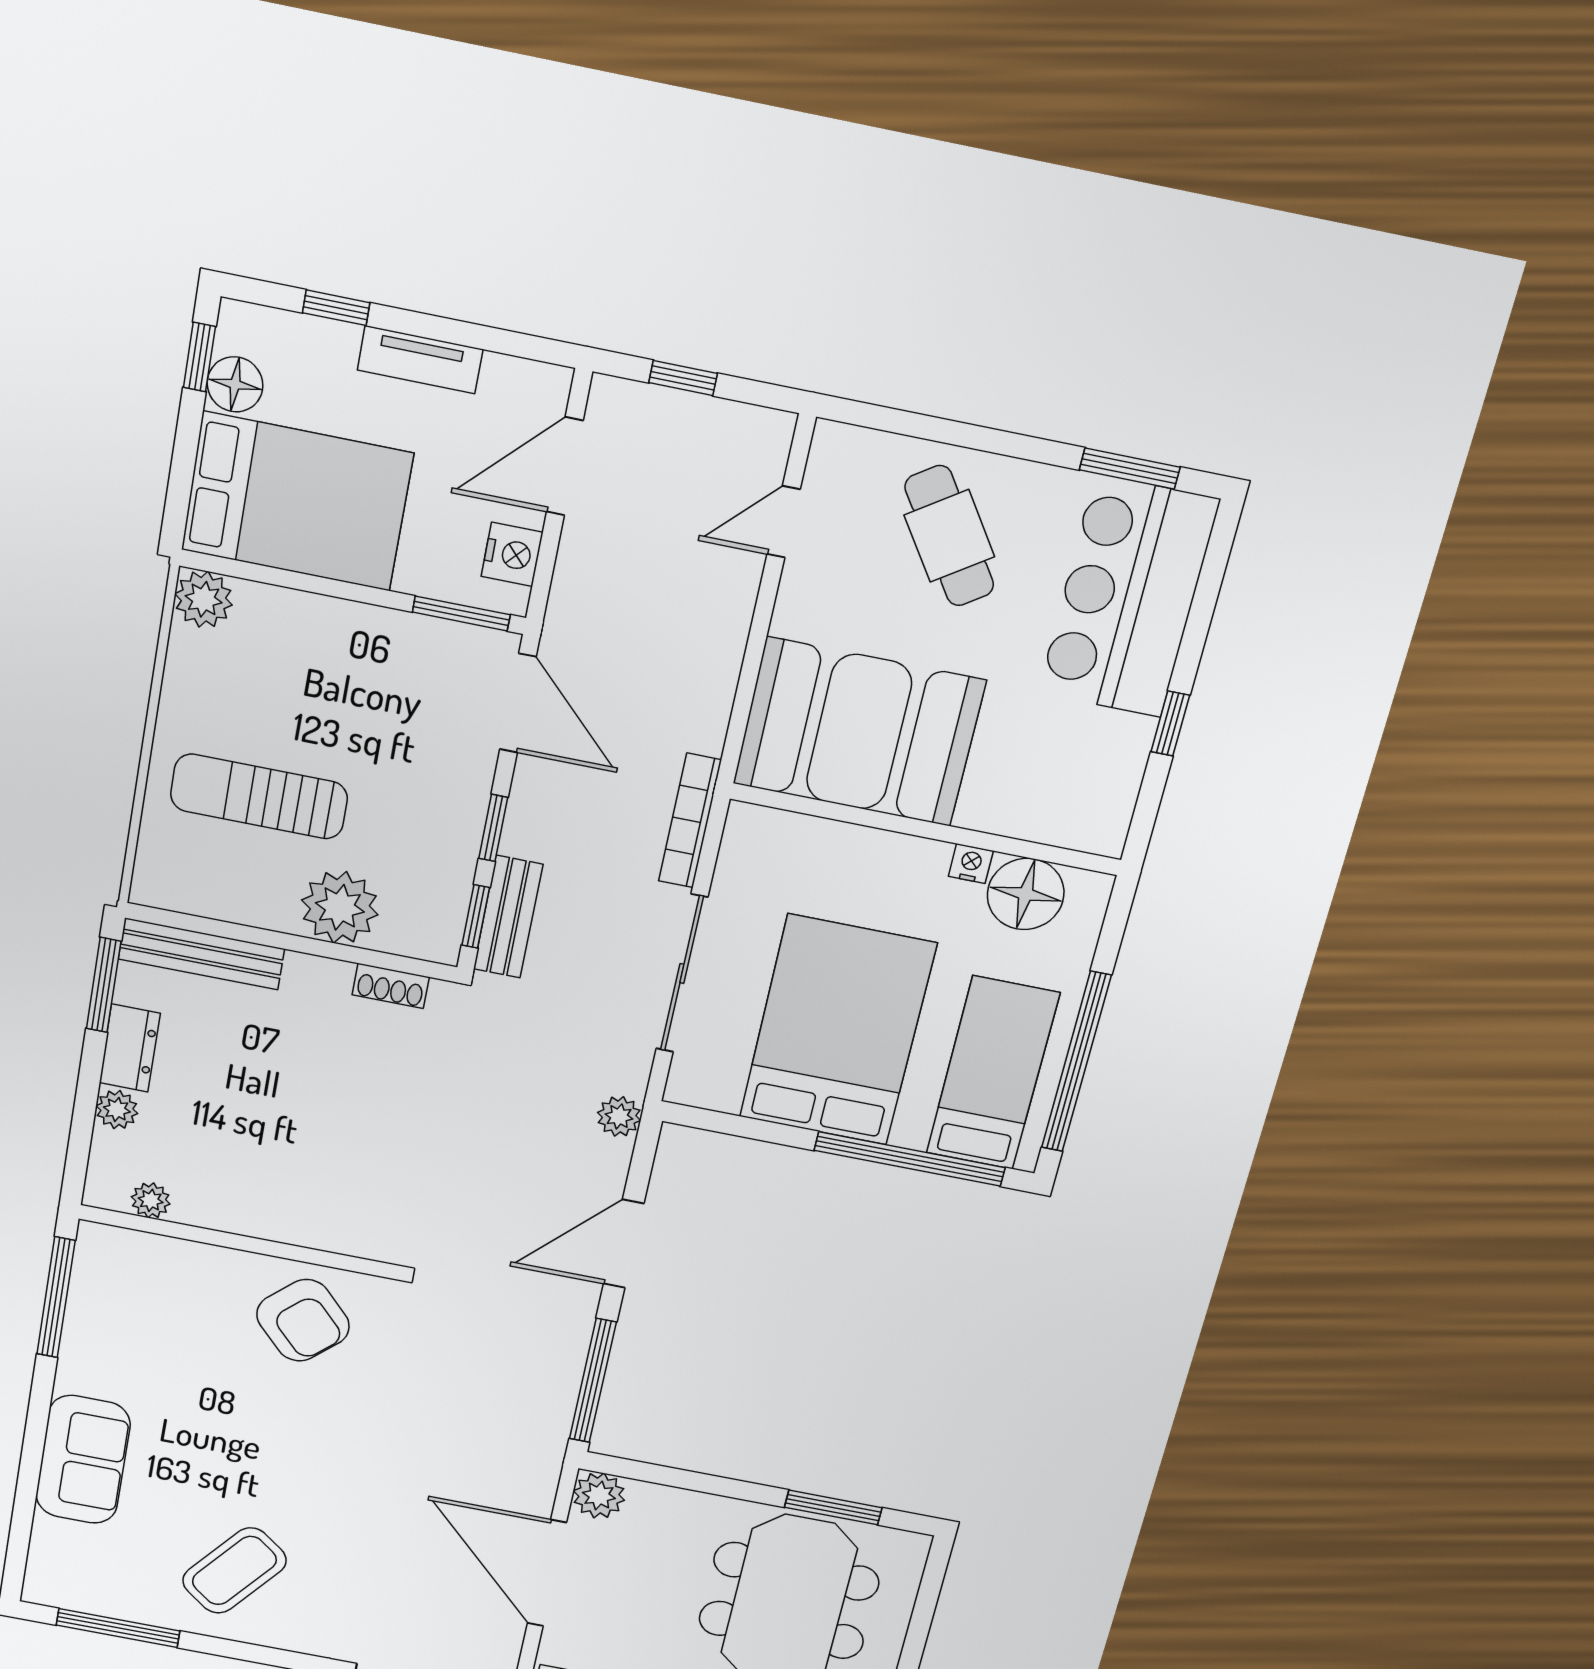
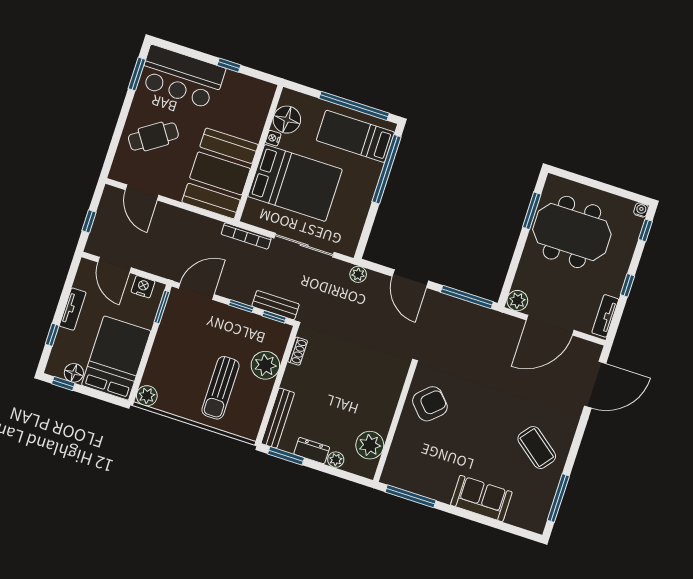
door: (784, 522) -> (142, 192), width x1.38
bed: (838, 1030) -> (295, 183), moved, turned 180
plant: (151, 1200) -> (370, 445), width x1.88, depth x1.88

